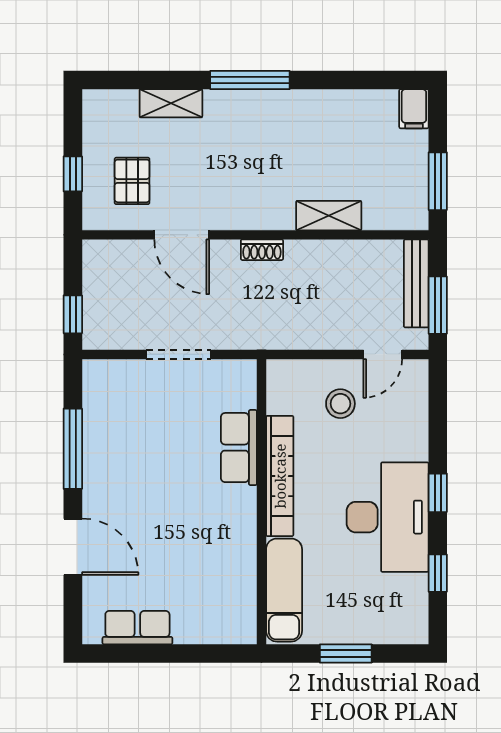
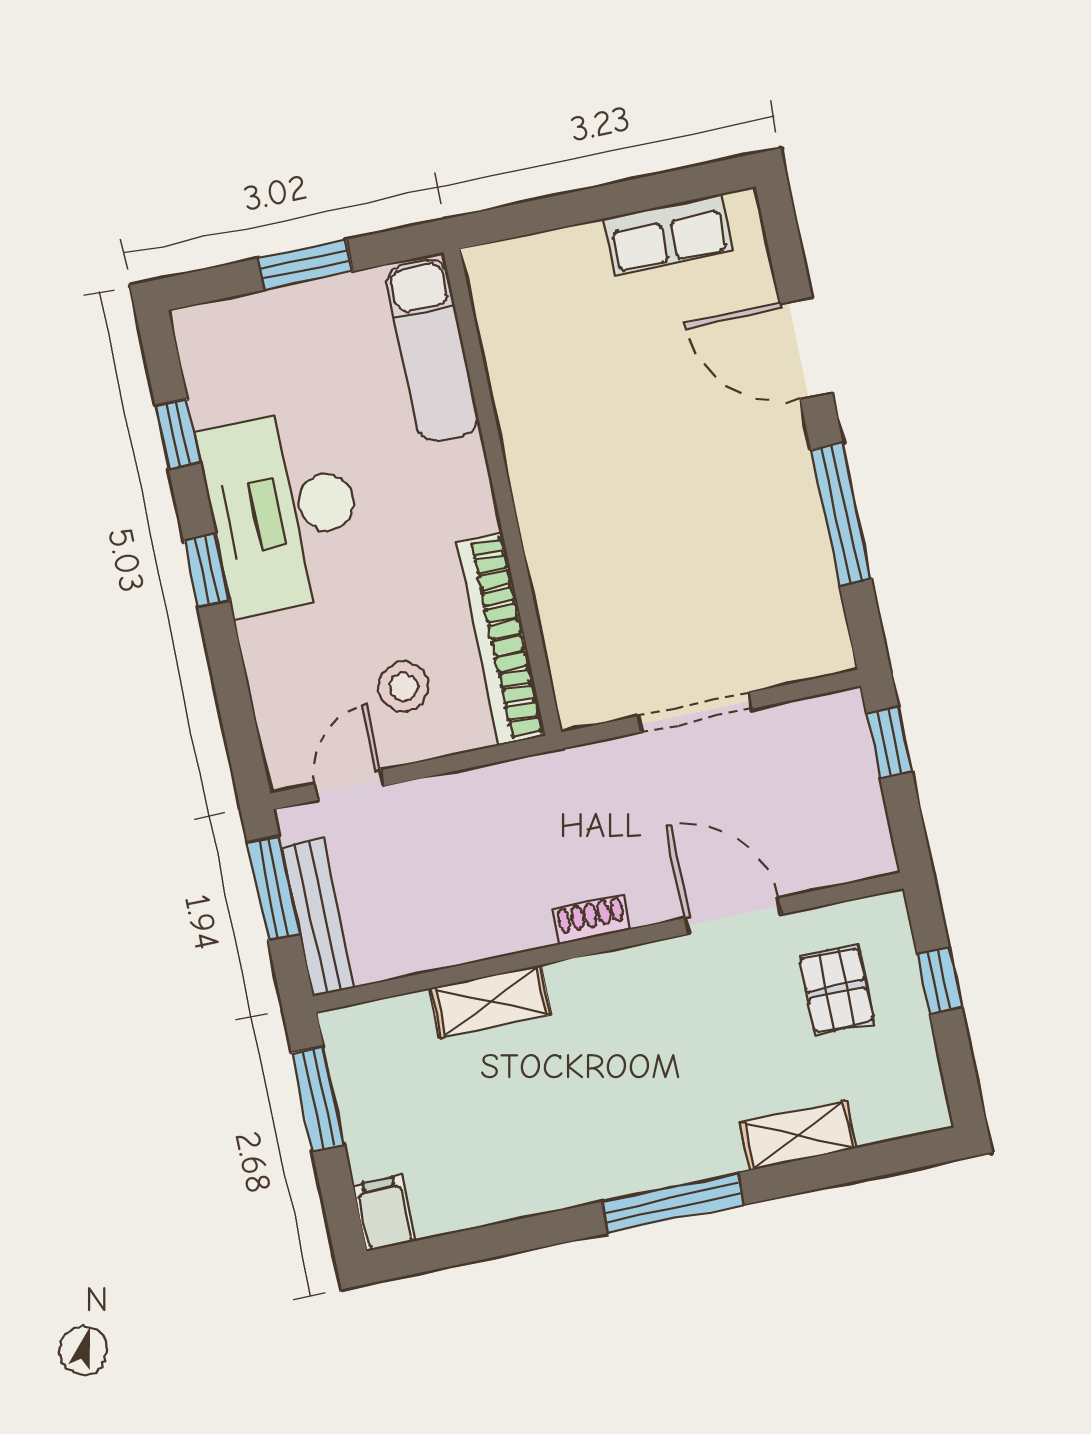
row of seats: (239, 448) -> (560, 576), removed
bookcase: (280, 476) -> (501, 638), moved

